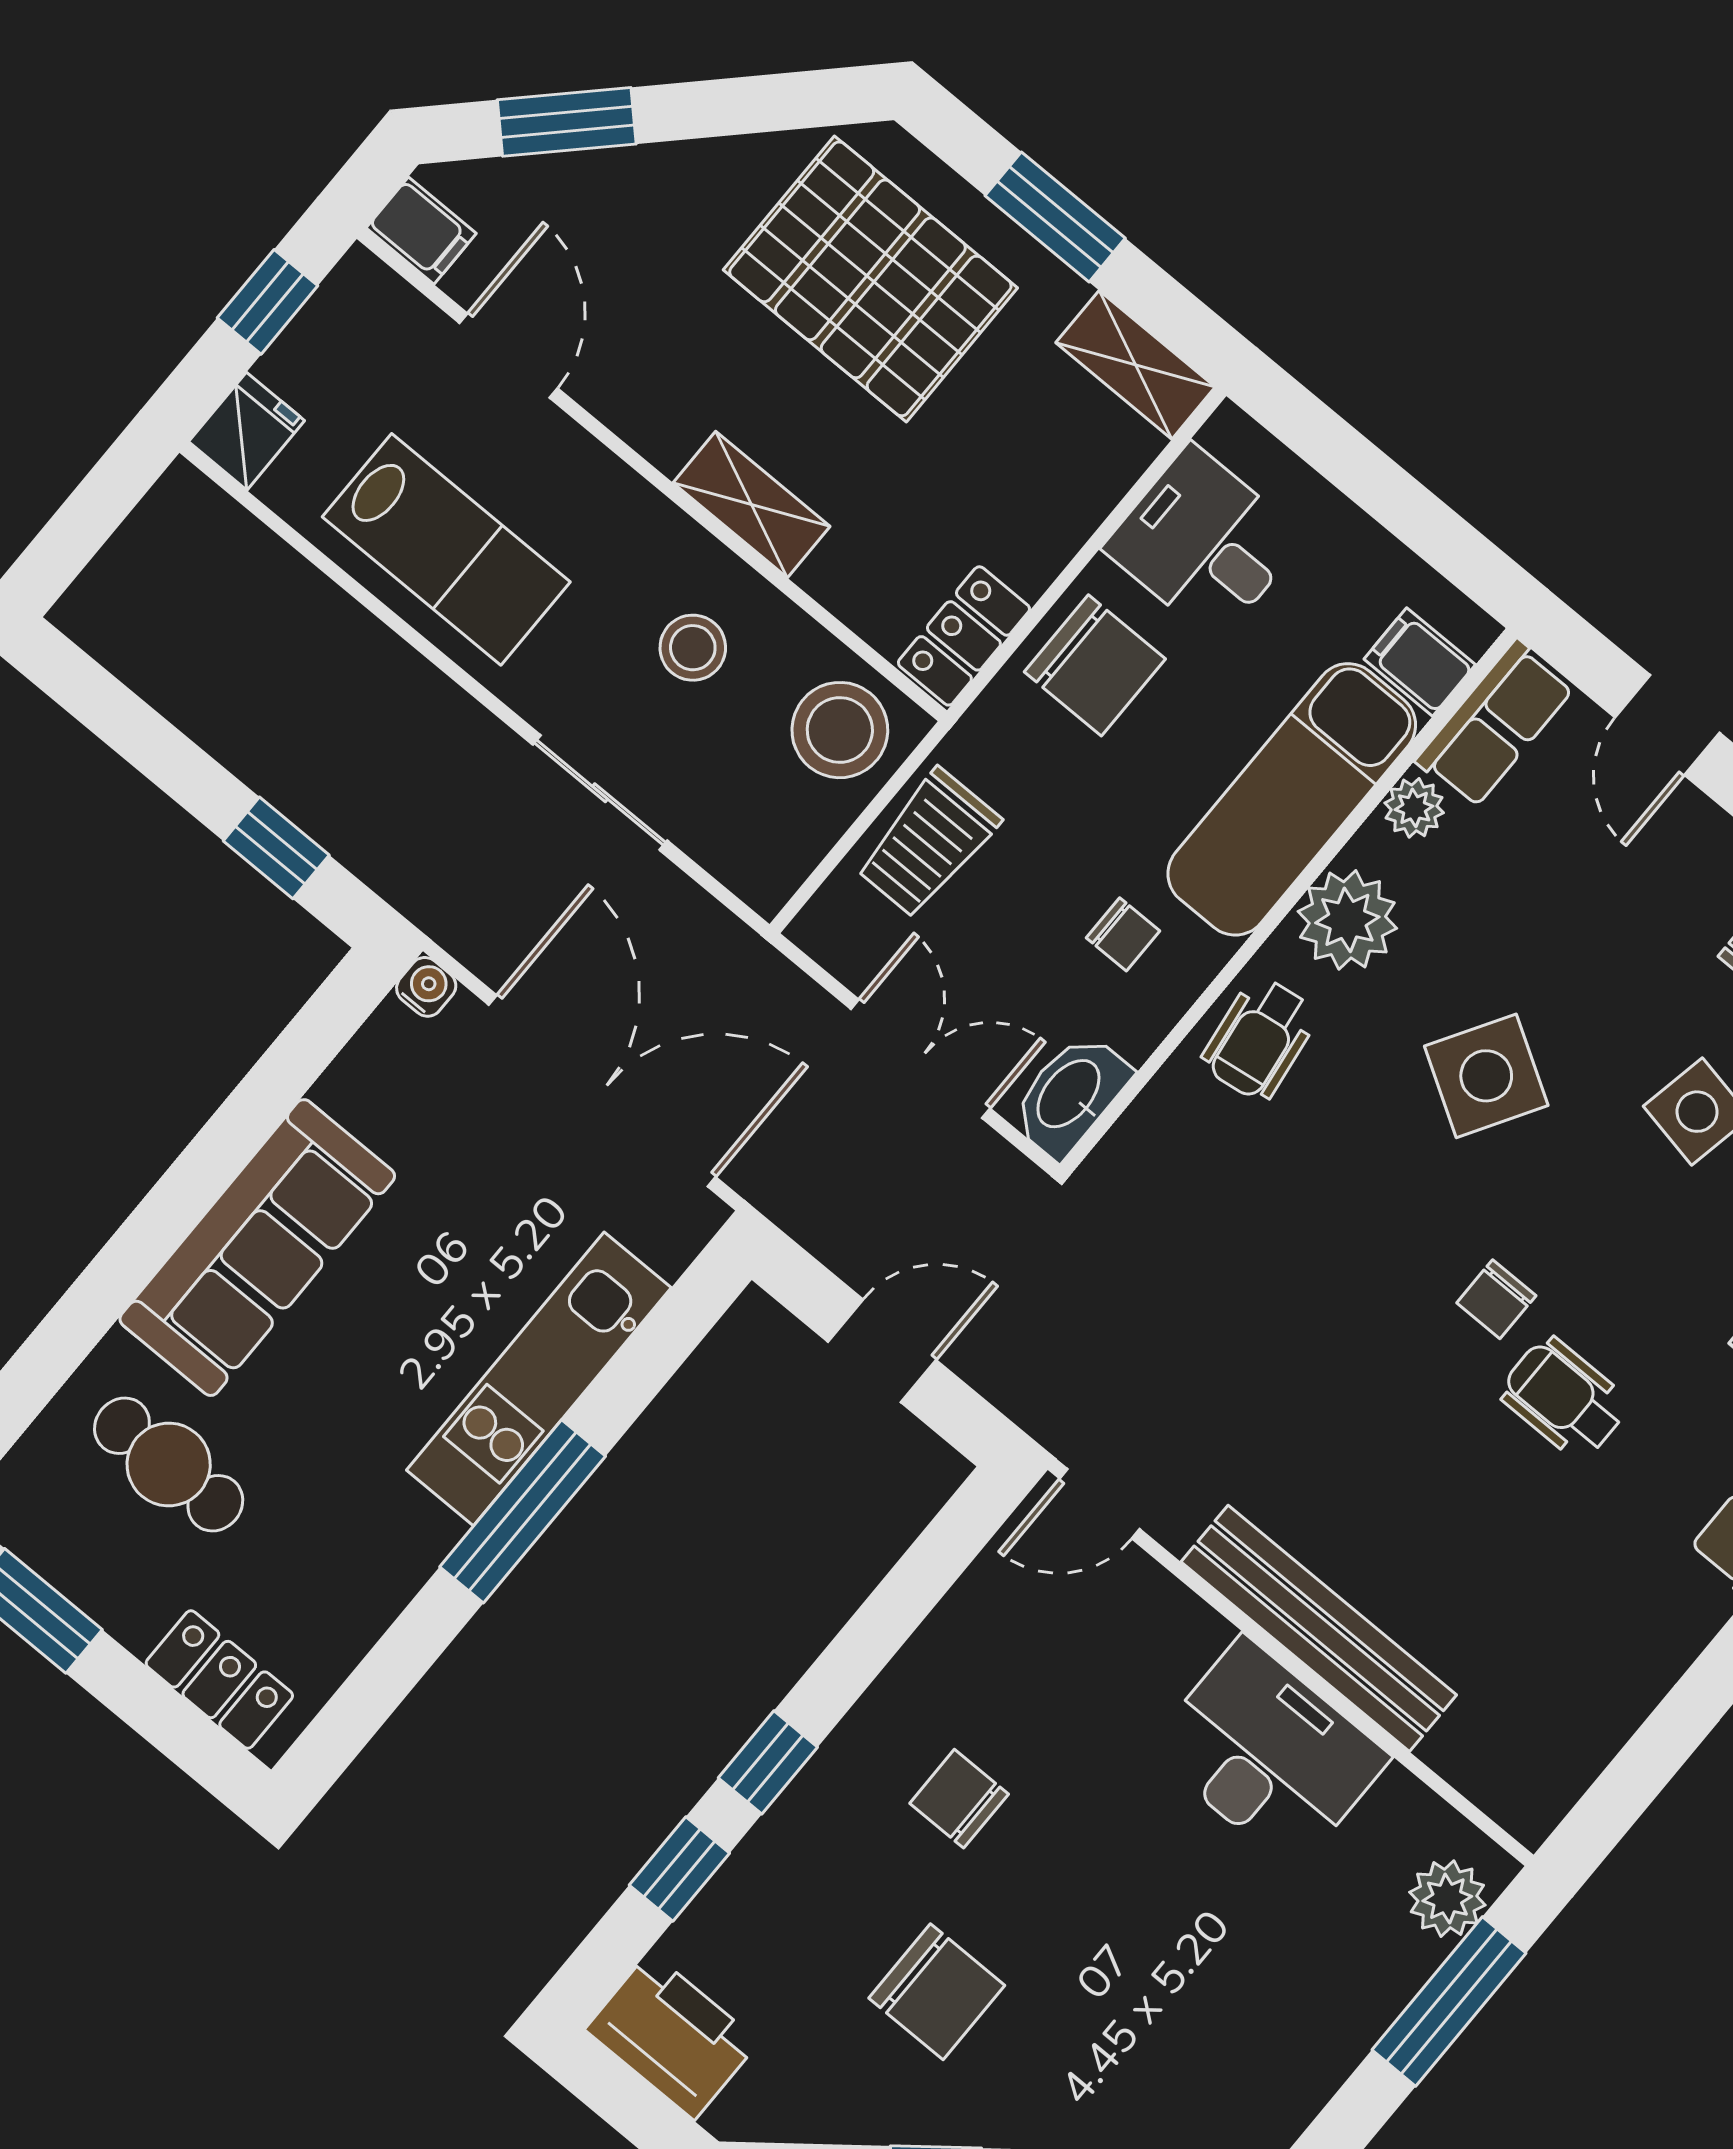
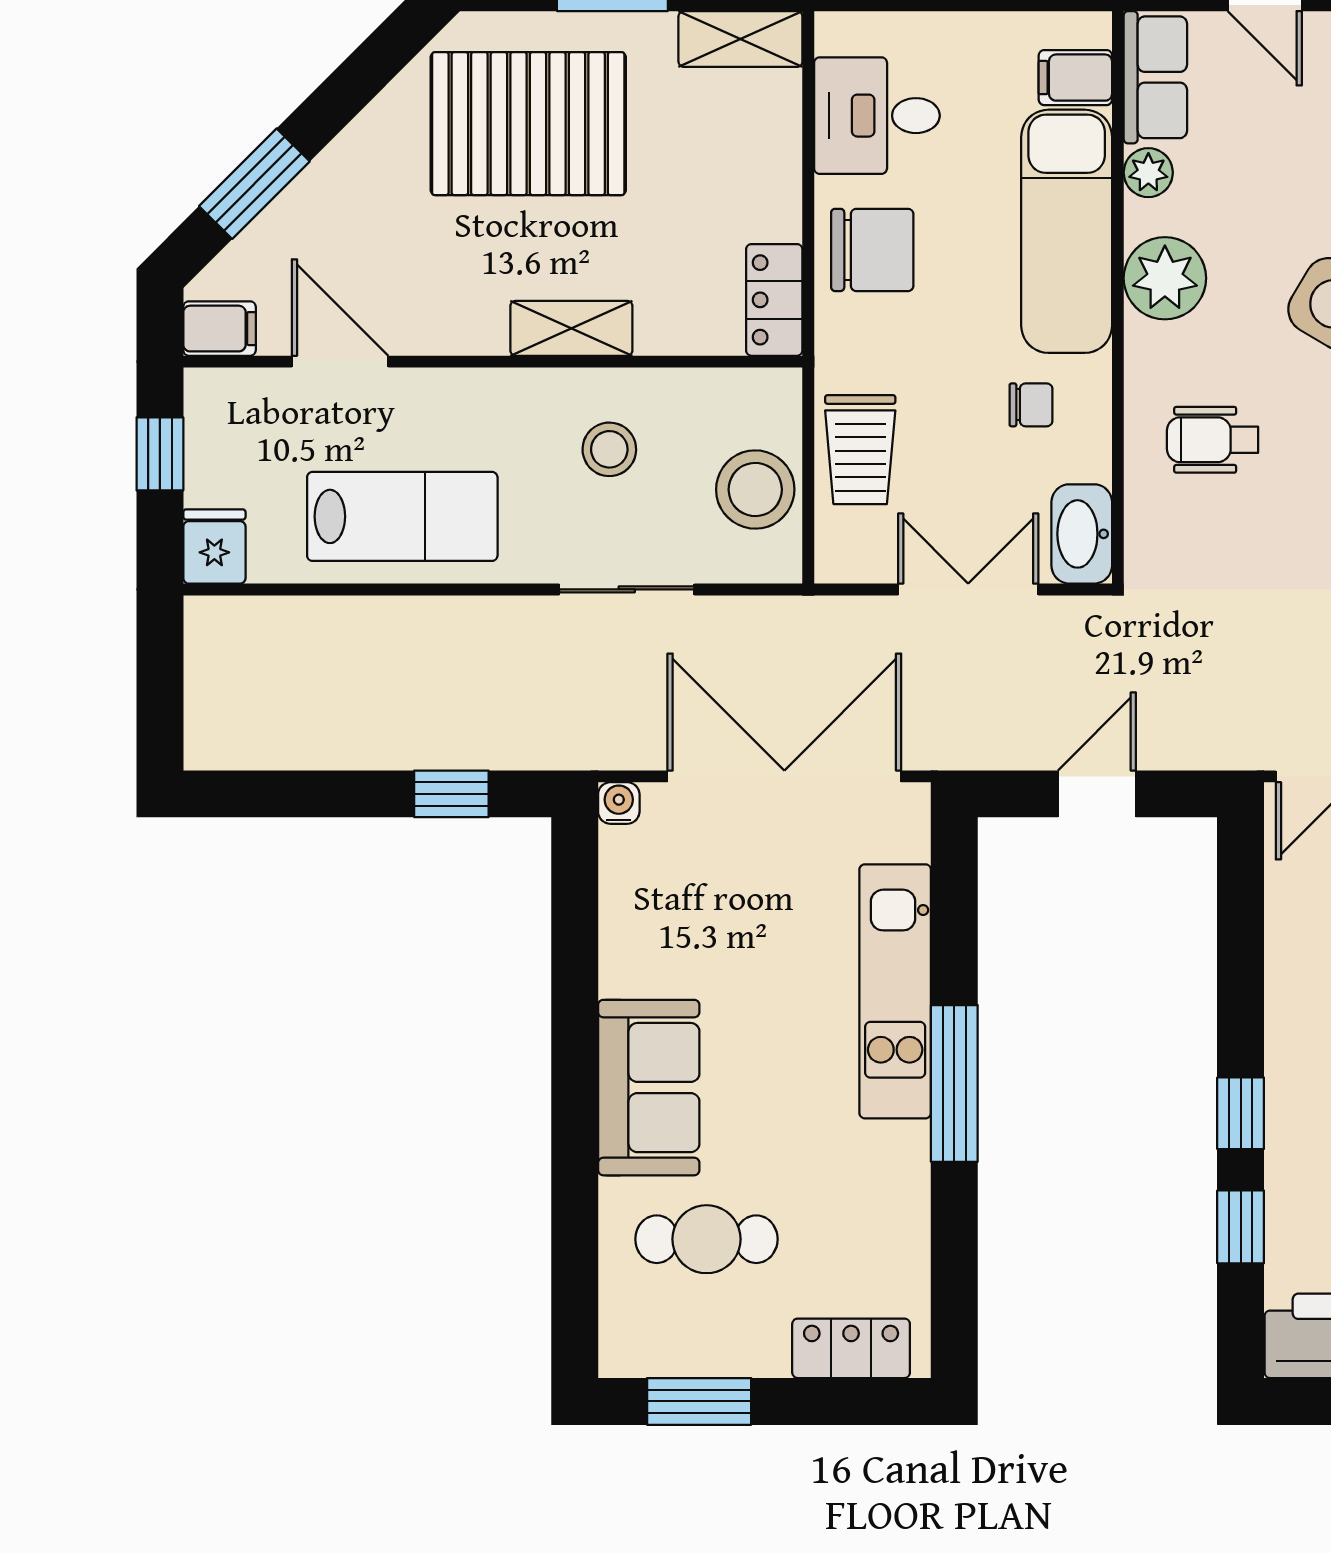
stool: (840, 730) -> (755, 489), moved
wheelchair: (1260, 1039) -> (1212, 440), moved, turned 98
sofa: (257, 1248) -> (649, 1088), width x0.73

